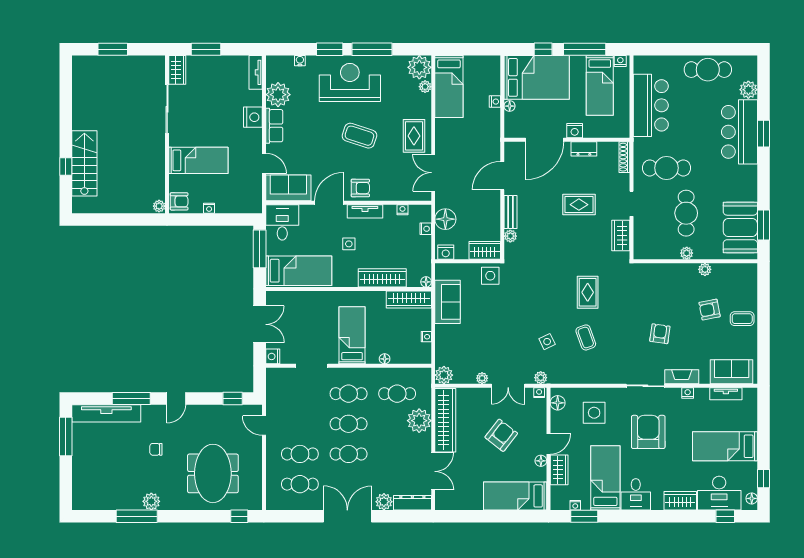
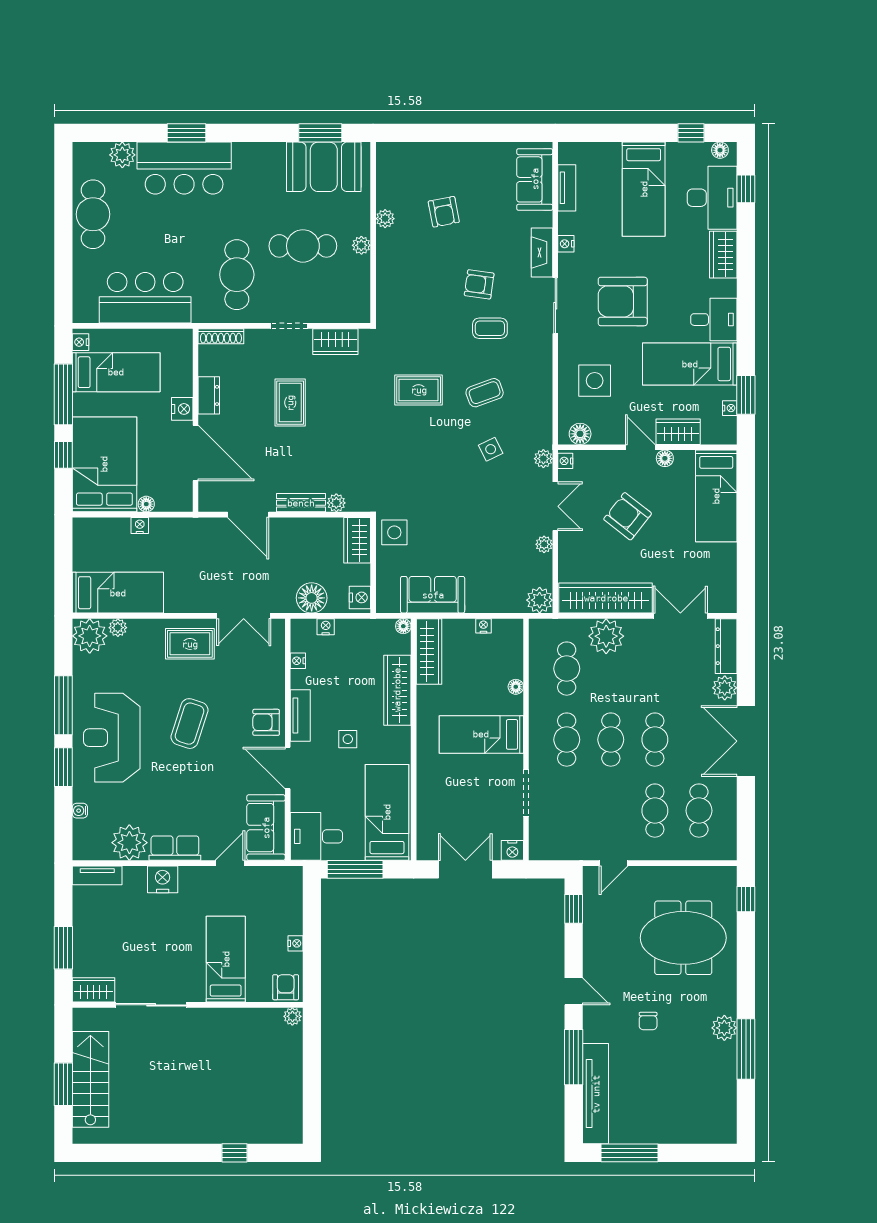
stairs: (84, 163) -> (90, 1079), moved, turned 90
armchair: (360, 188) -> (266, 722), turned -90
coffee table: (742, 319) -> (490, 328), moved, turned 90

